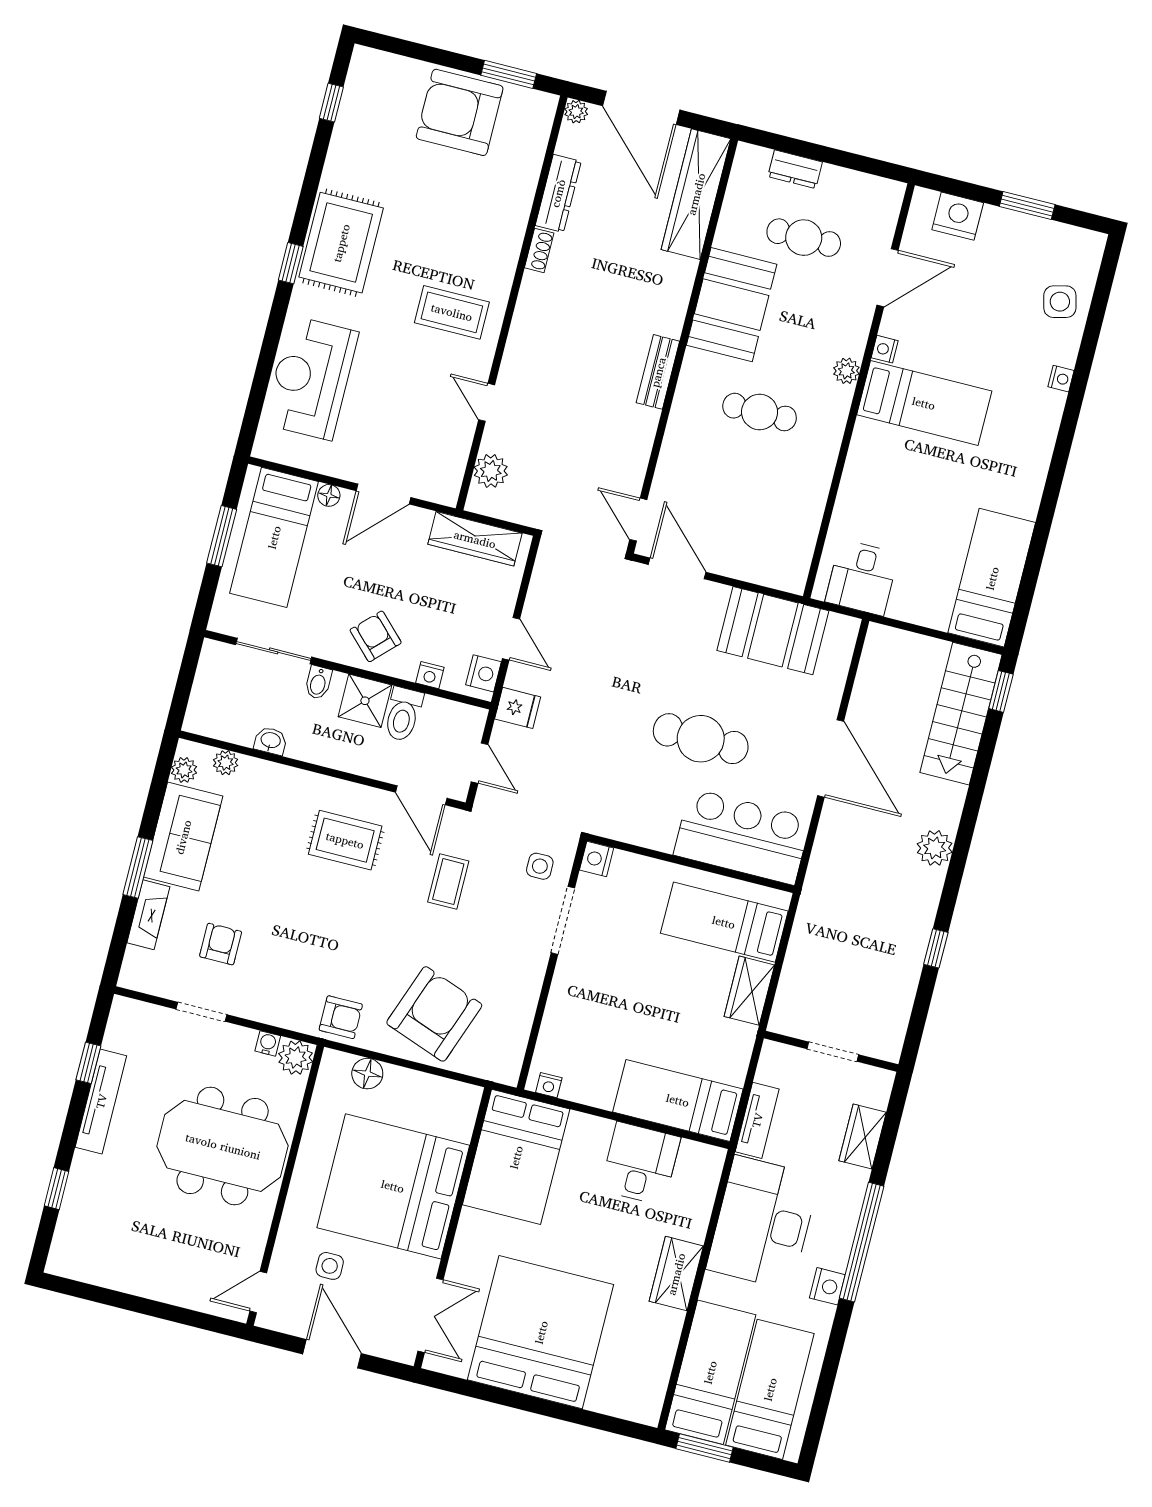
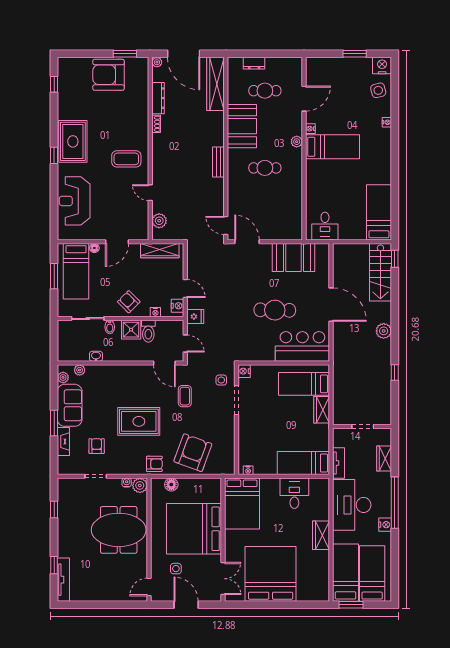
nightstand: (958, 216) -> (382, 66), moved
rug: (345, 840) -> (139, 421), moved, width x1.36, depth x1.43
tv unit: (101, 1101) -> (63, 580), moved

